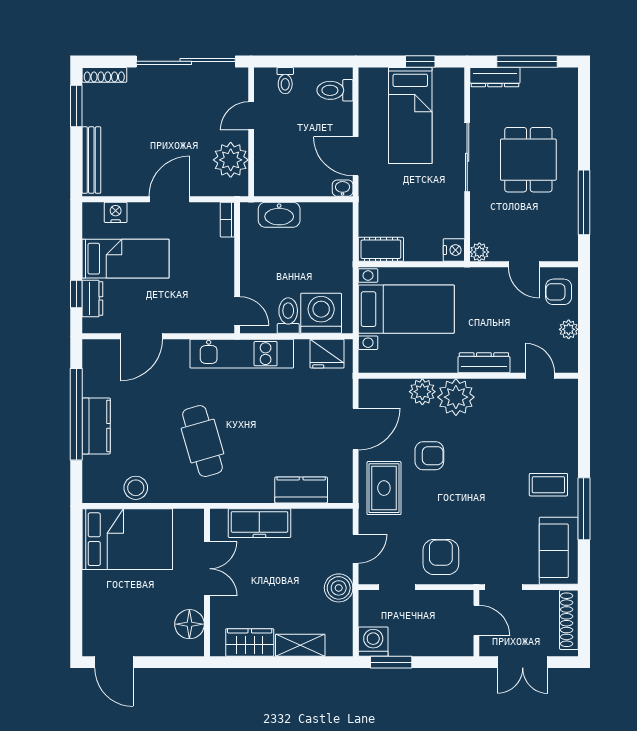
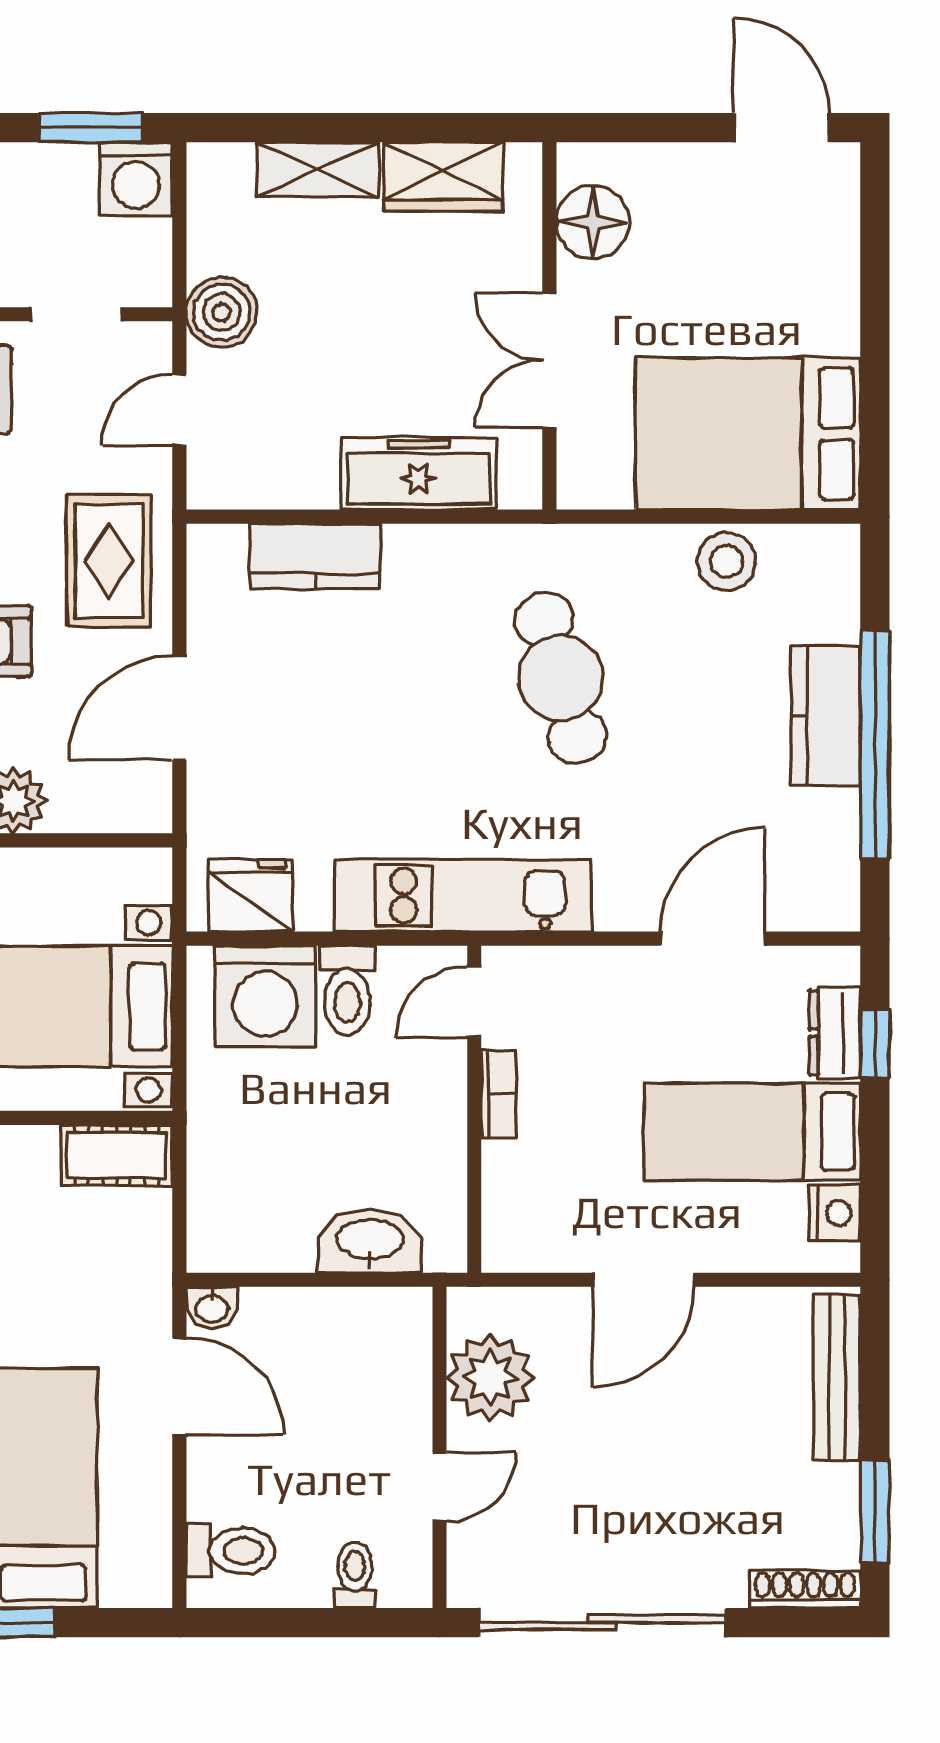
nightstand: (116, 212) -> (835, 1213), moved, turned -90
bookcase: (227, 220) -> (499, 1094), moved
door: (237, 311) -> (474, 1002), hinge flipped

